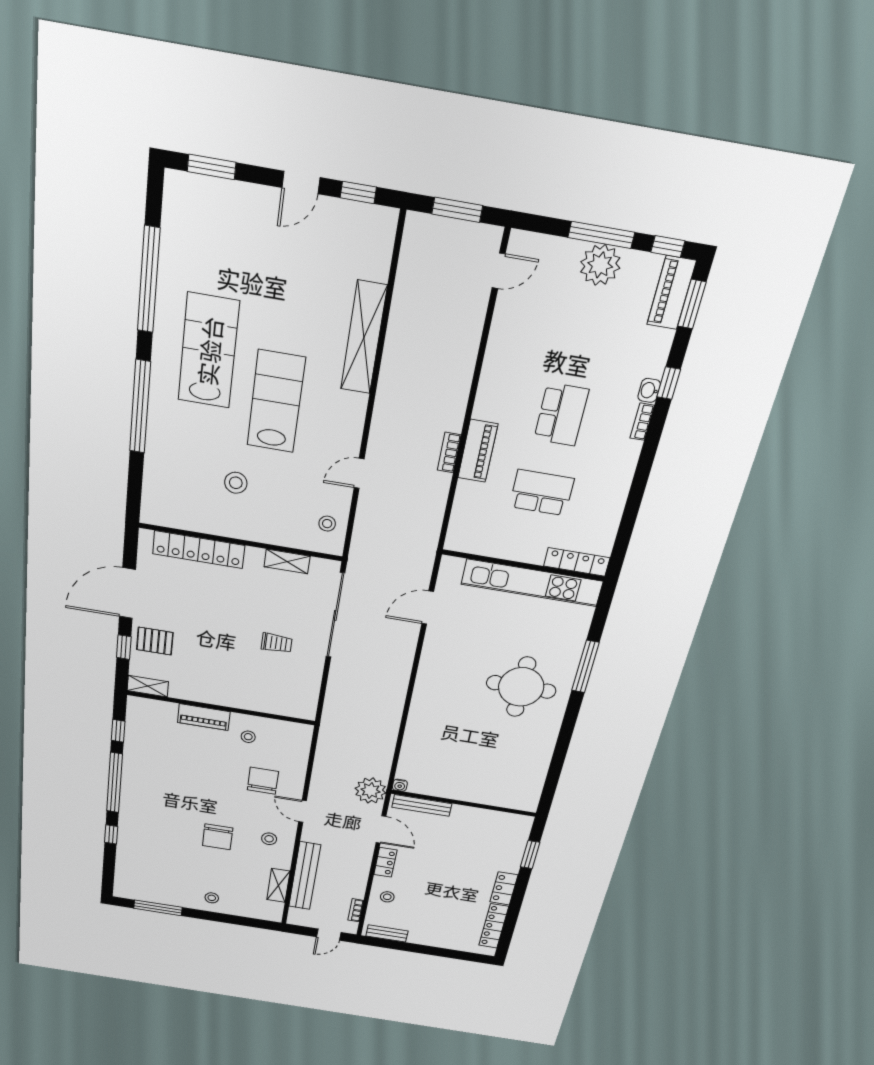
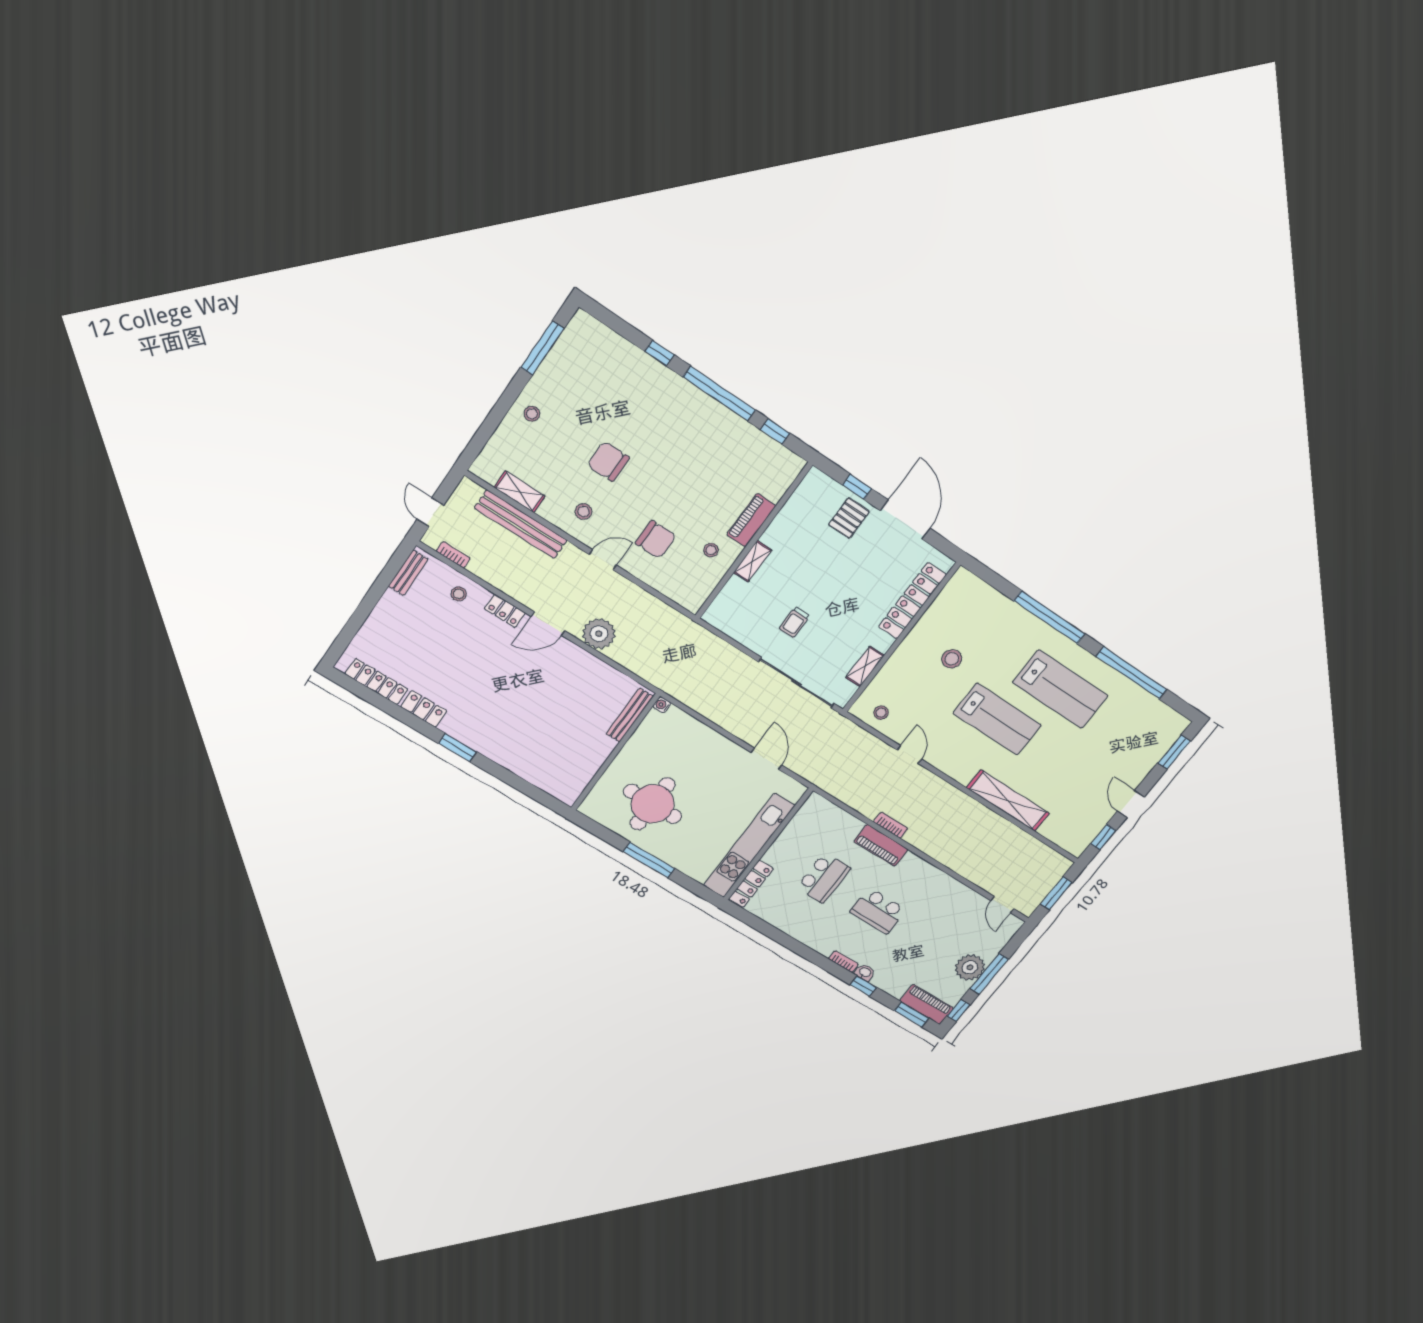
shelving: (148, 686) -> (753, 561), moved
water cooler: (400, 785) -> (662, 705), moved
wall: (464, 803) -> (615, 752), moved
bench: (422, 805) -> (630, 715), moved

